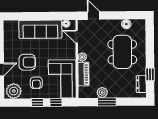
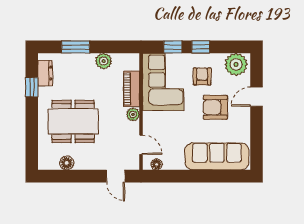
sofa: (40, 29) -> (217, 156), moved
dining table: (122, 52) -> (73, 121), turned 90
window: (107, 102) -> (76, 47), moved

